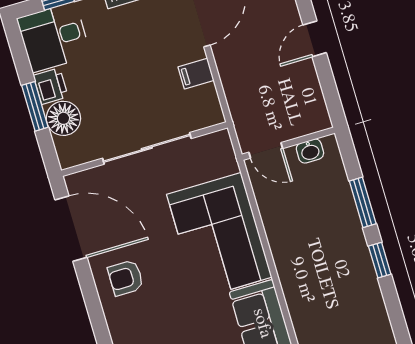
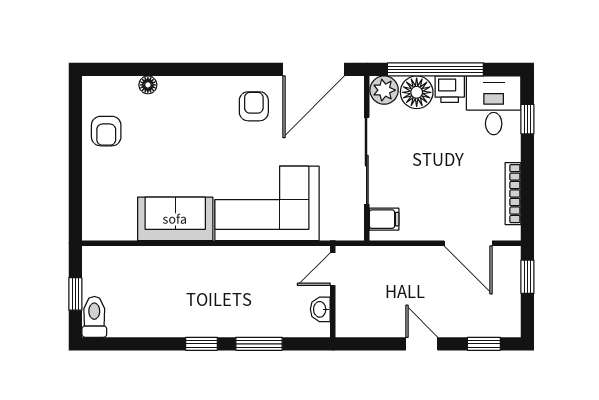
filing cabinet: (196, 74) -> (384, 219), moved, turned 90
window: (35, 106) -> (435, 69), width x2.11
plant: (71, 152) -> (384, 90), added

